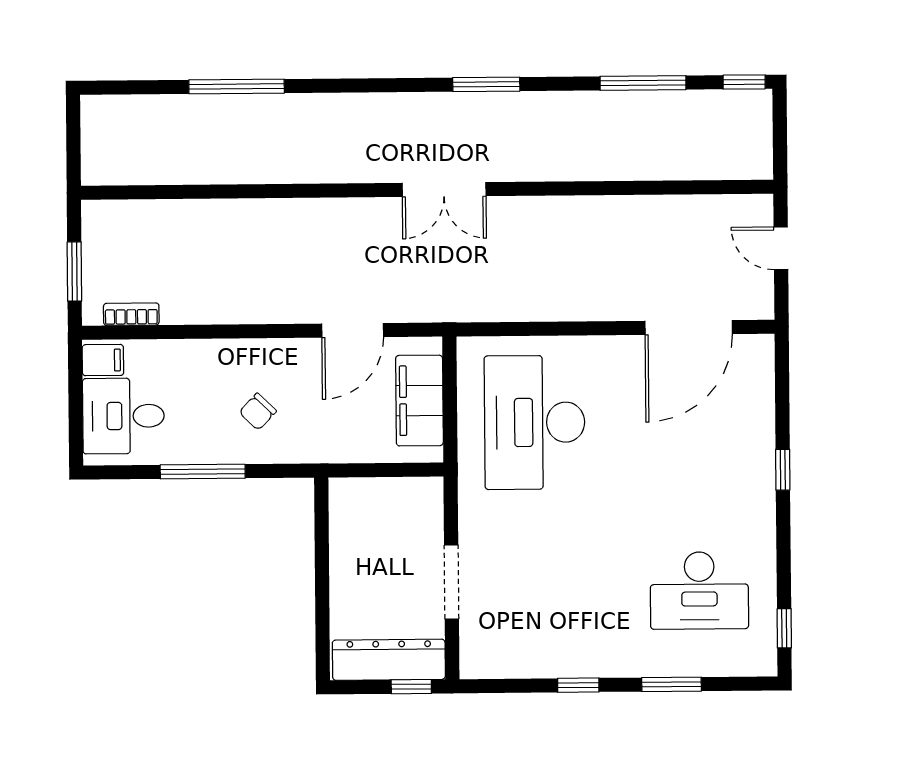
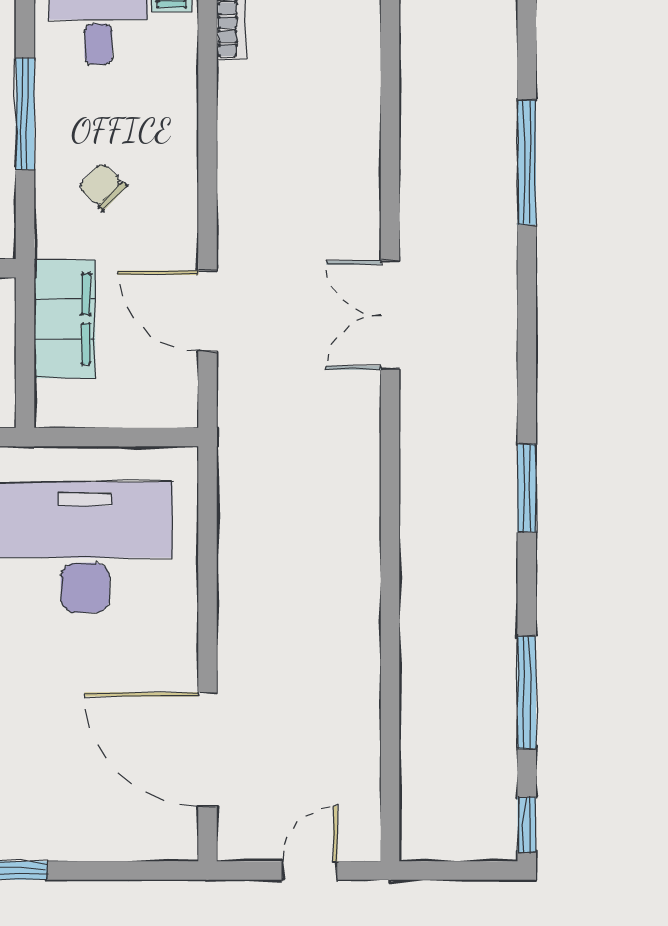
double door: (444, 190) -> (390, 315), moved
filing cabinet: (419, 401) -> (65, 319), moved, turned 90

